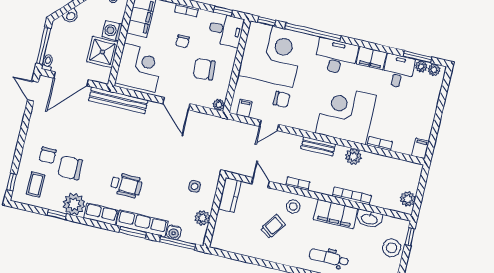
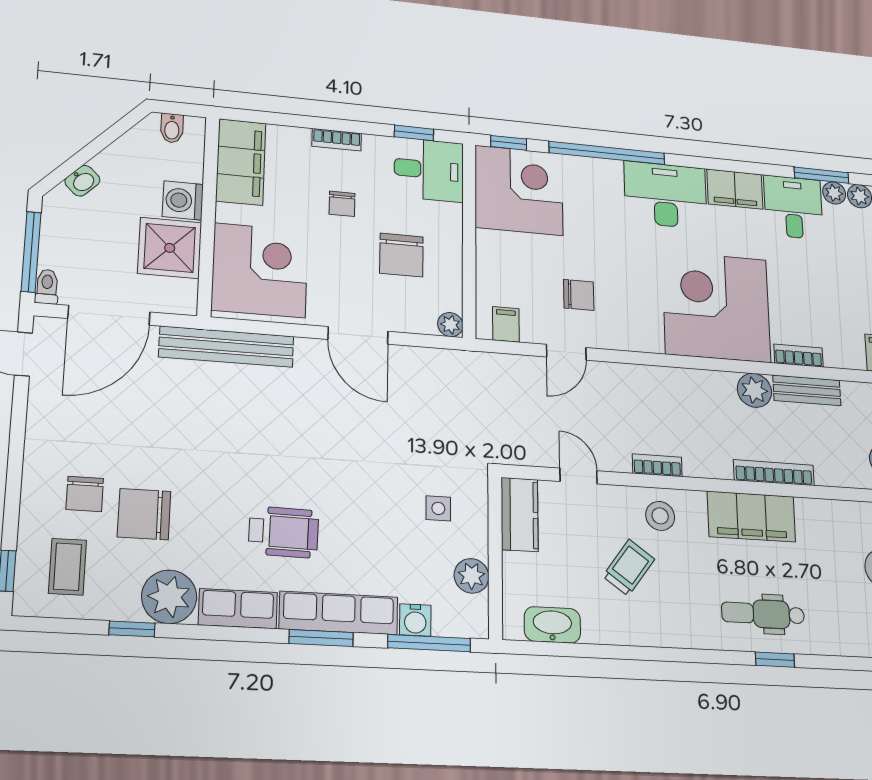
corner desk: (271, 54) -> (519, 190), width x0.74, depth x0.74
chair: (204, 69) -> (401, 255), turned -86
bench: (318, 146) -> (807, 390), moved
washbasin: (369, 219) -> (552, 625), moved, turned 180

